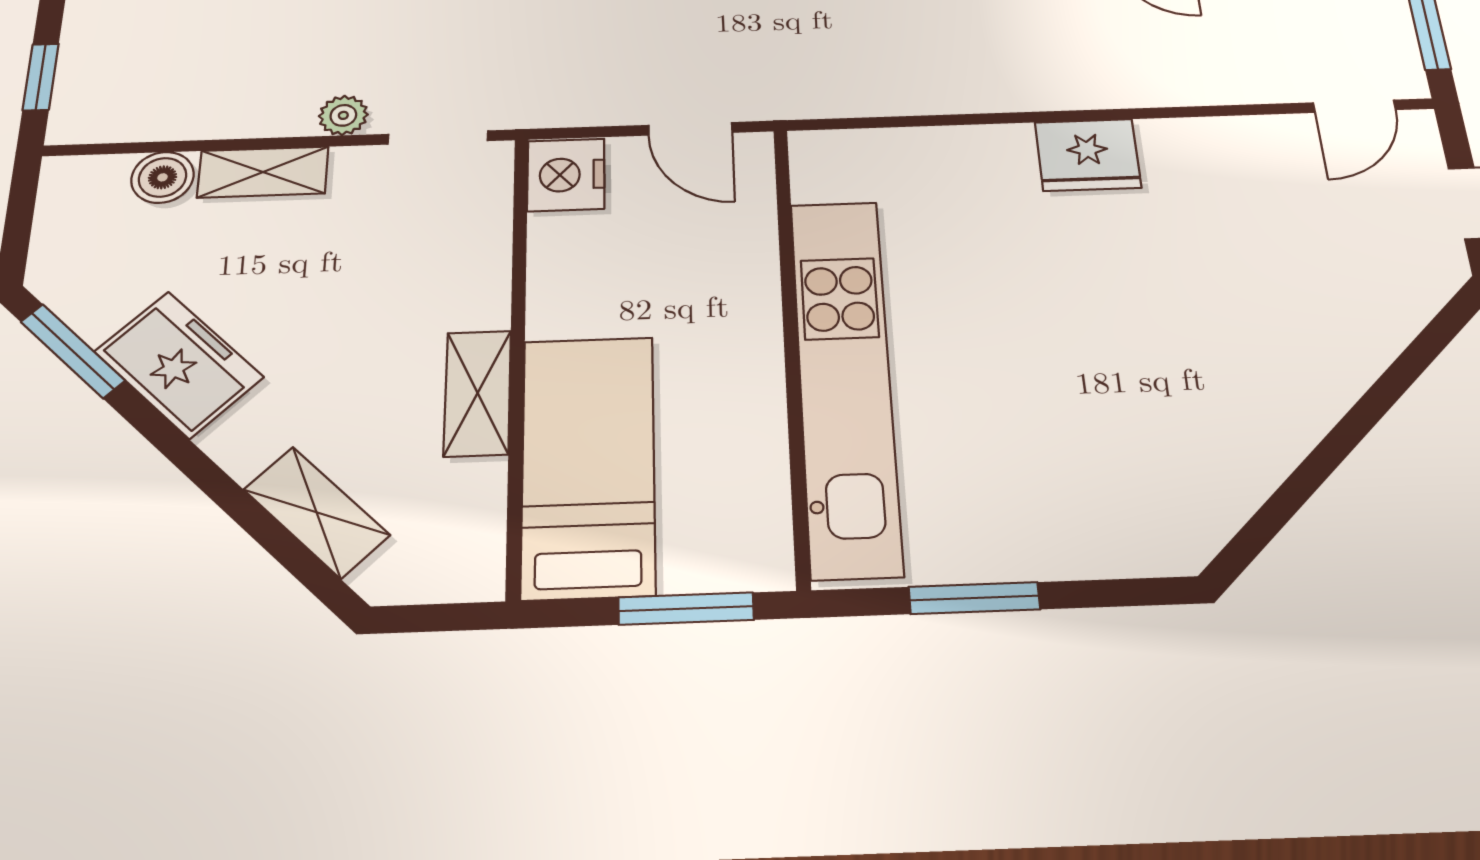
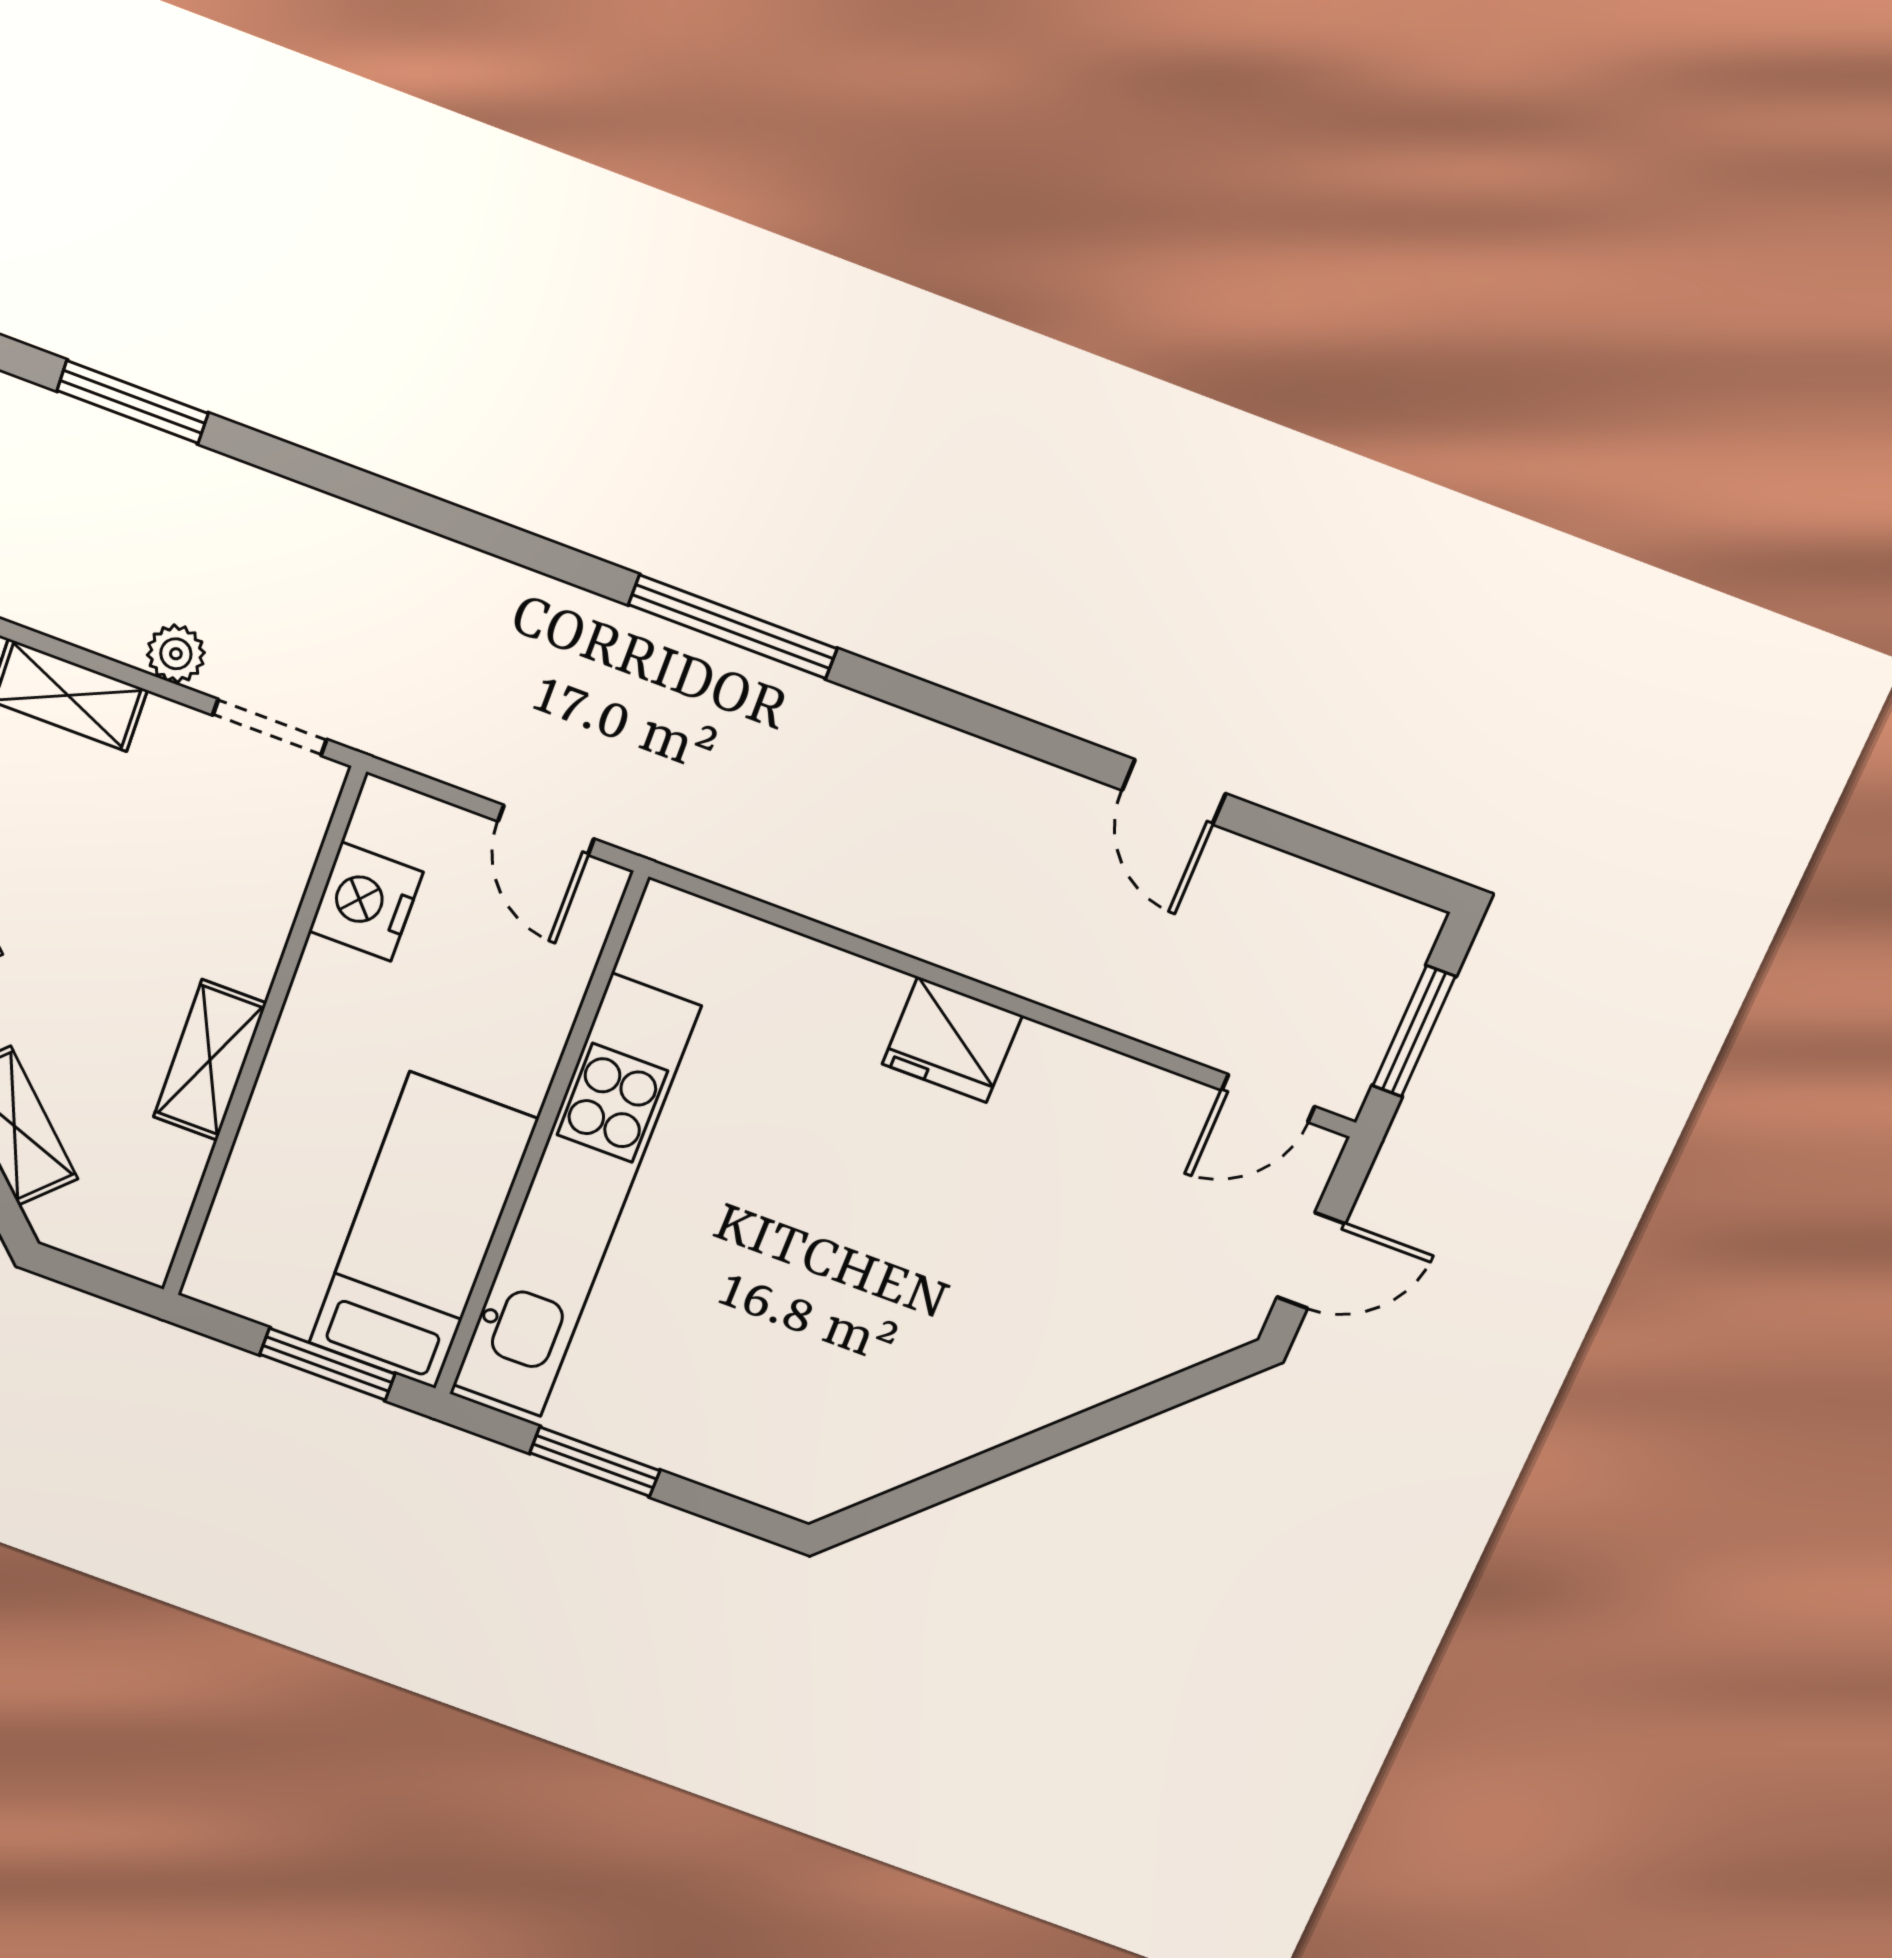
nightstand: (566, 175) -> (366, 902), moved
bed: (588, 465) -> (423, 1232), moved

